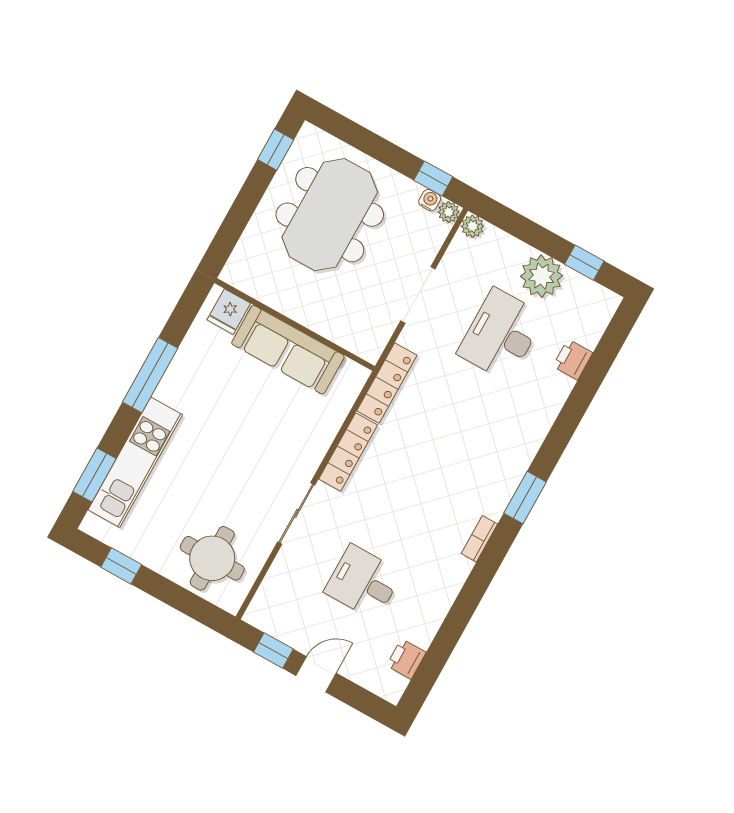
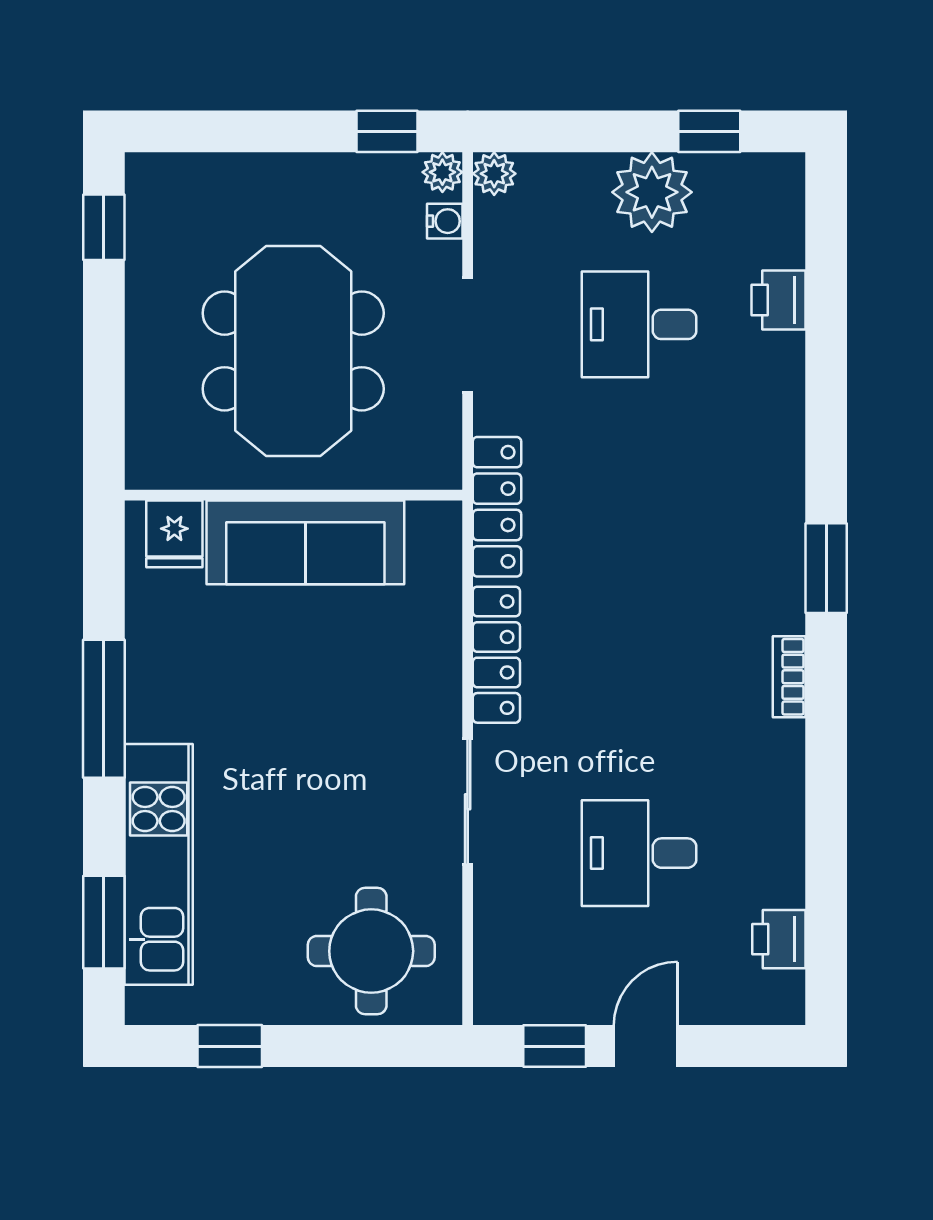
water cooler: (430, 200) -> (445, 221), moved, turned 90
meeting table: (330, 215) -> (293, 351), moved
desk: (501, 335) -> (639, 324), width x0.73

